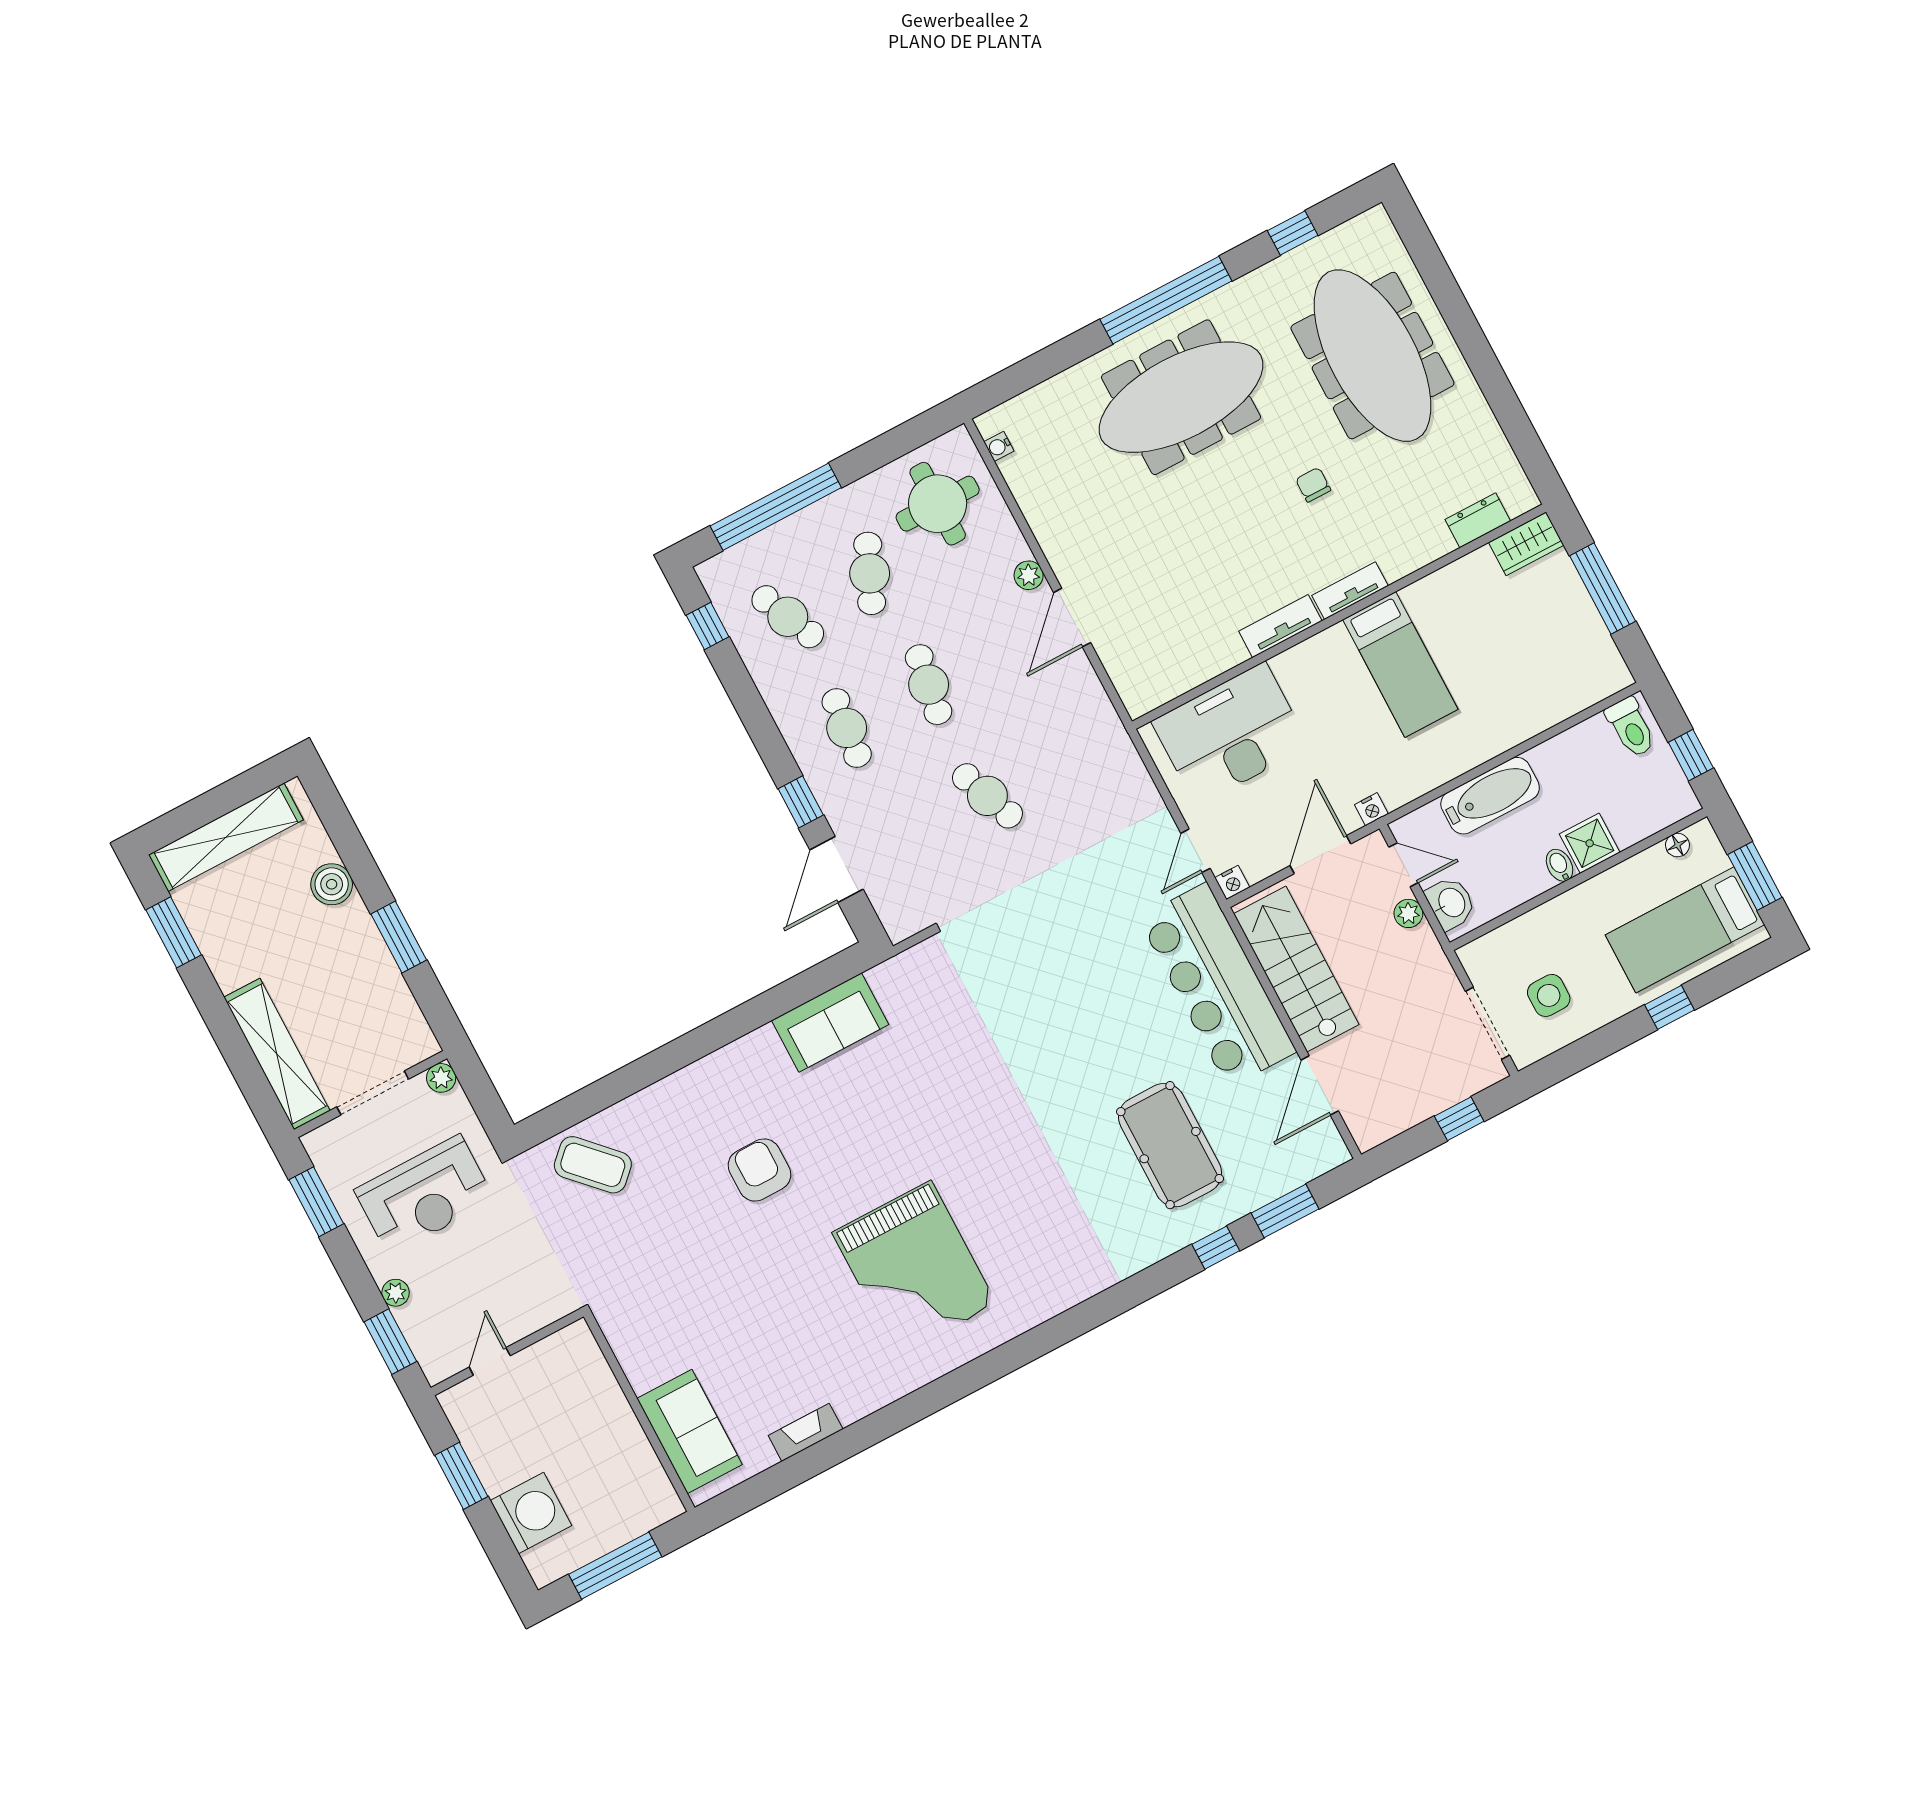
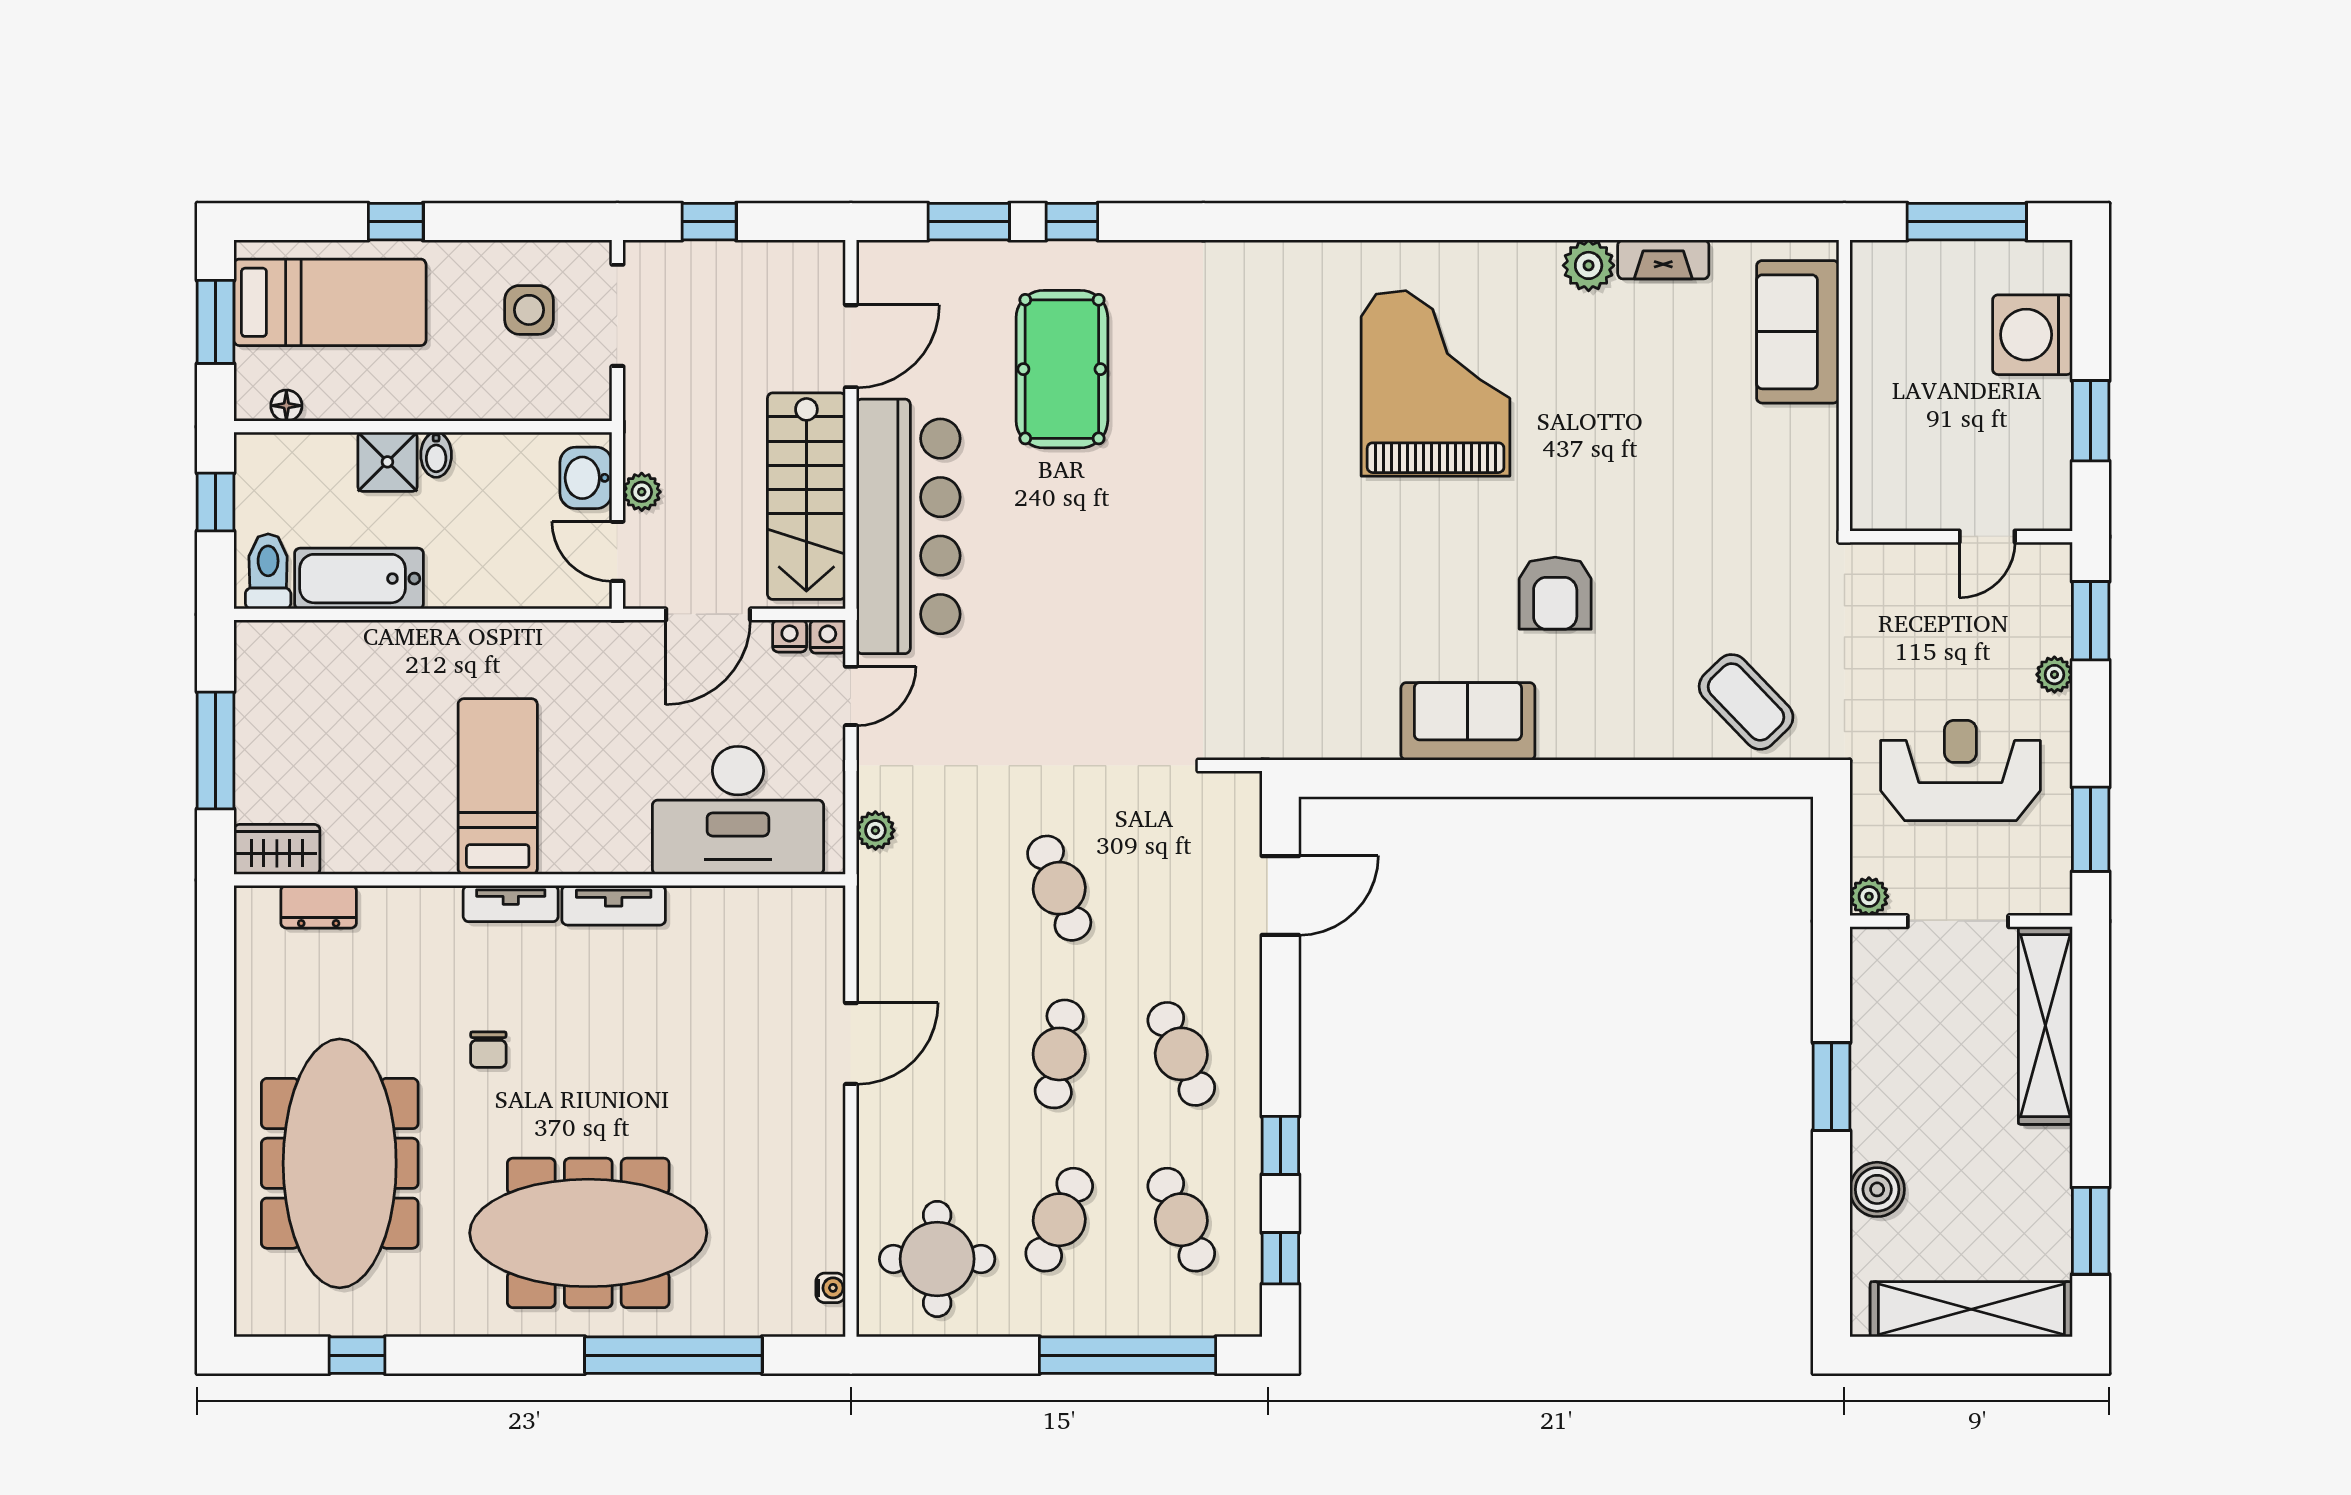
window: (1166, 300) -> (673, 1355), moved
plant: (1029, 575) -> (875, 830), moved
cafe table: (847, 728) -> (1181, 1054), turned -30
bathtub: (1490, 796) -> (359, 579), moved
window: (801, 802) -> (1280, 1145), moved
nightstand: (1371, 809) -> (790, 636), moved
sofa: (830, 1023) -> (1468, 721), moved
plant: (854, 1402) -> (1589, 265), added

